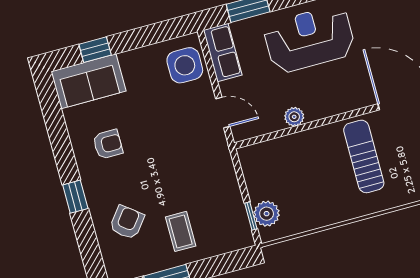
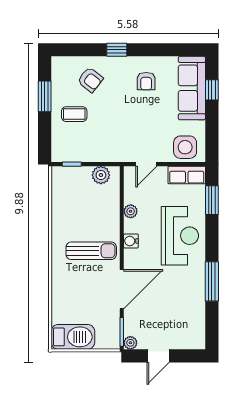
sofa: (89, 81) -> (192, 88), width x1.36
water cooler: (335, 105) -> (131, 241), added
plant: (267, 214) -> (101, 175), moved

